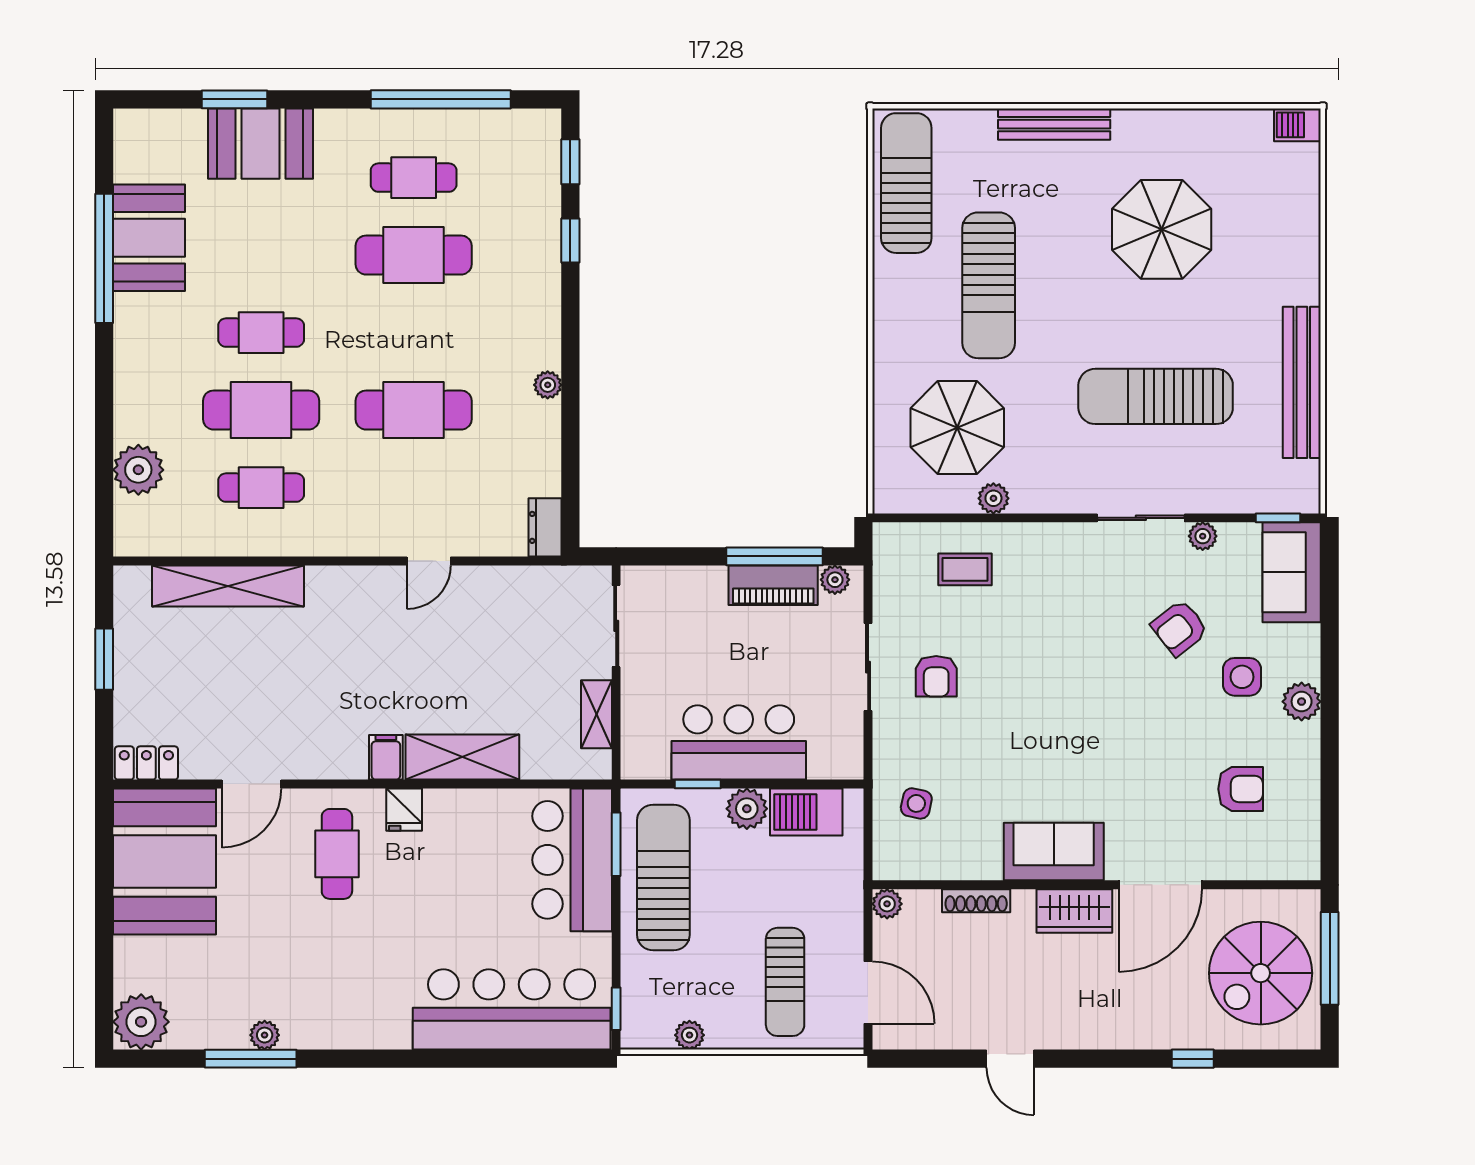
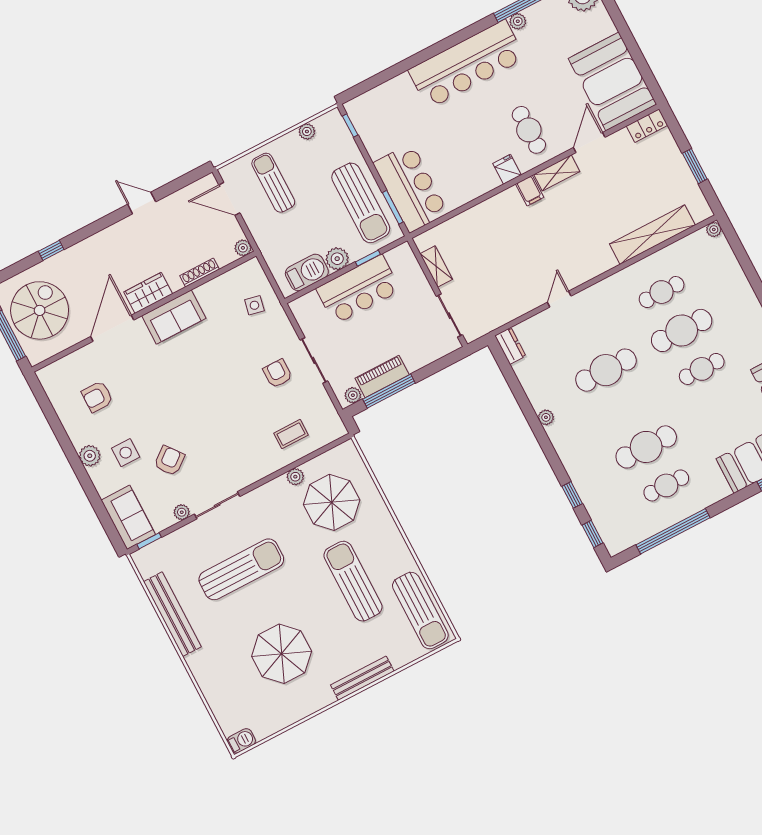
plant: (138, 470) -> (714, 229), moved, width x0.53, depth x0.53
shelving: (462, 757) -> (557, 173), moved, width x0.67, depth x0.75
bar counter: (512, 1009) -> (467, 64), moved

